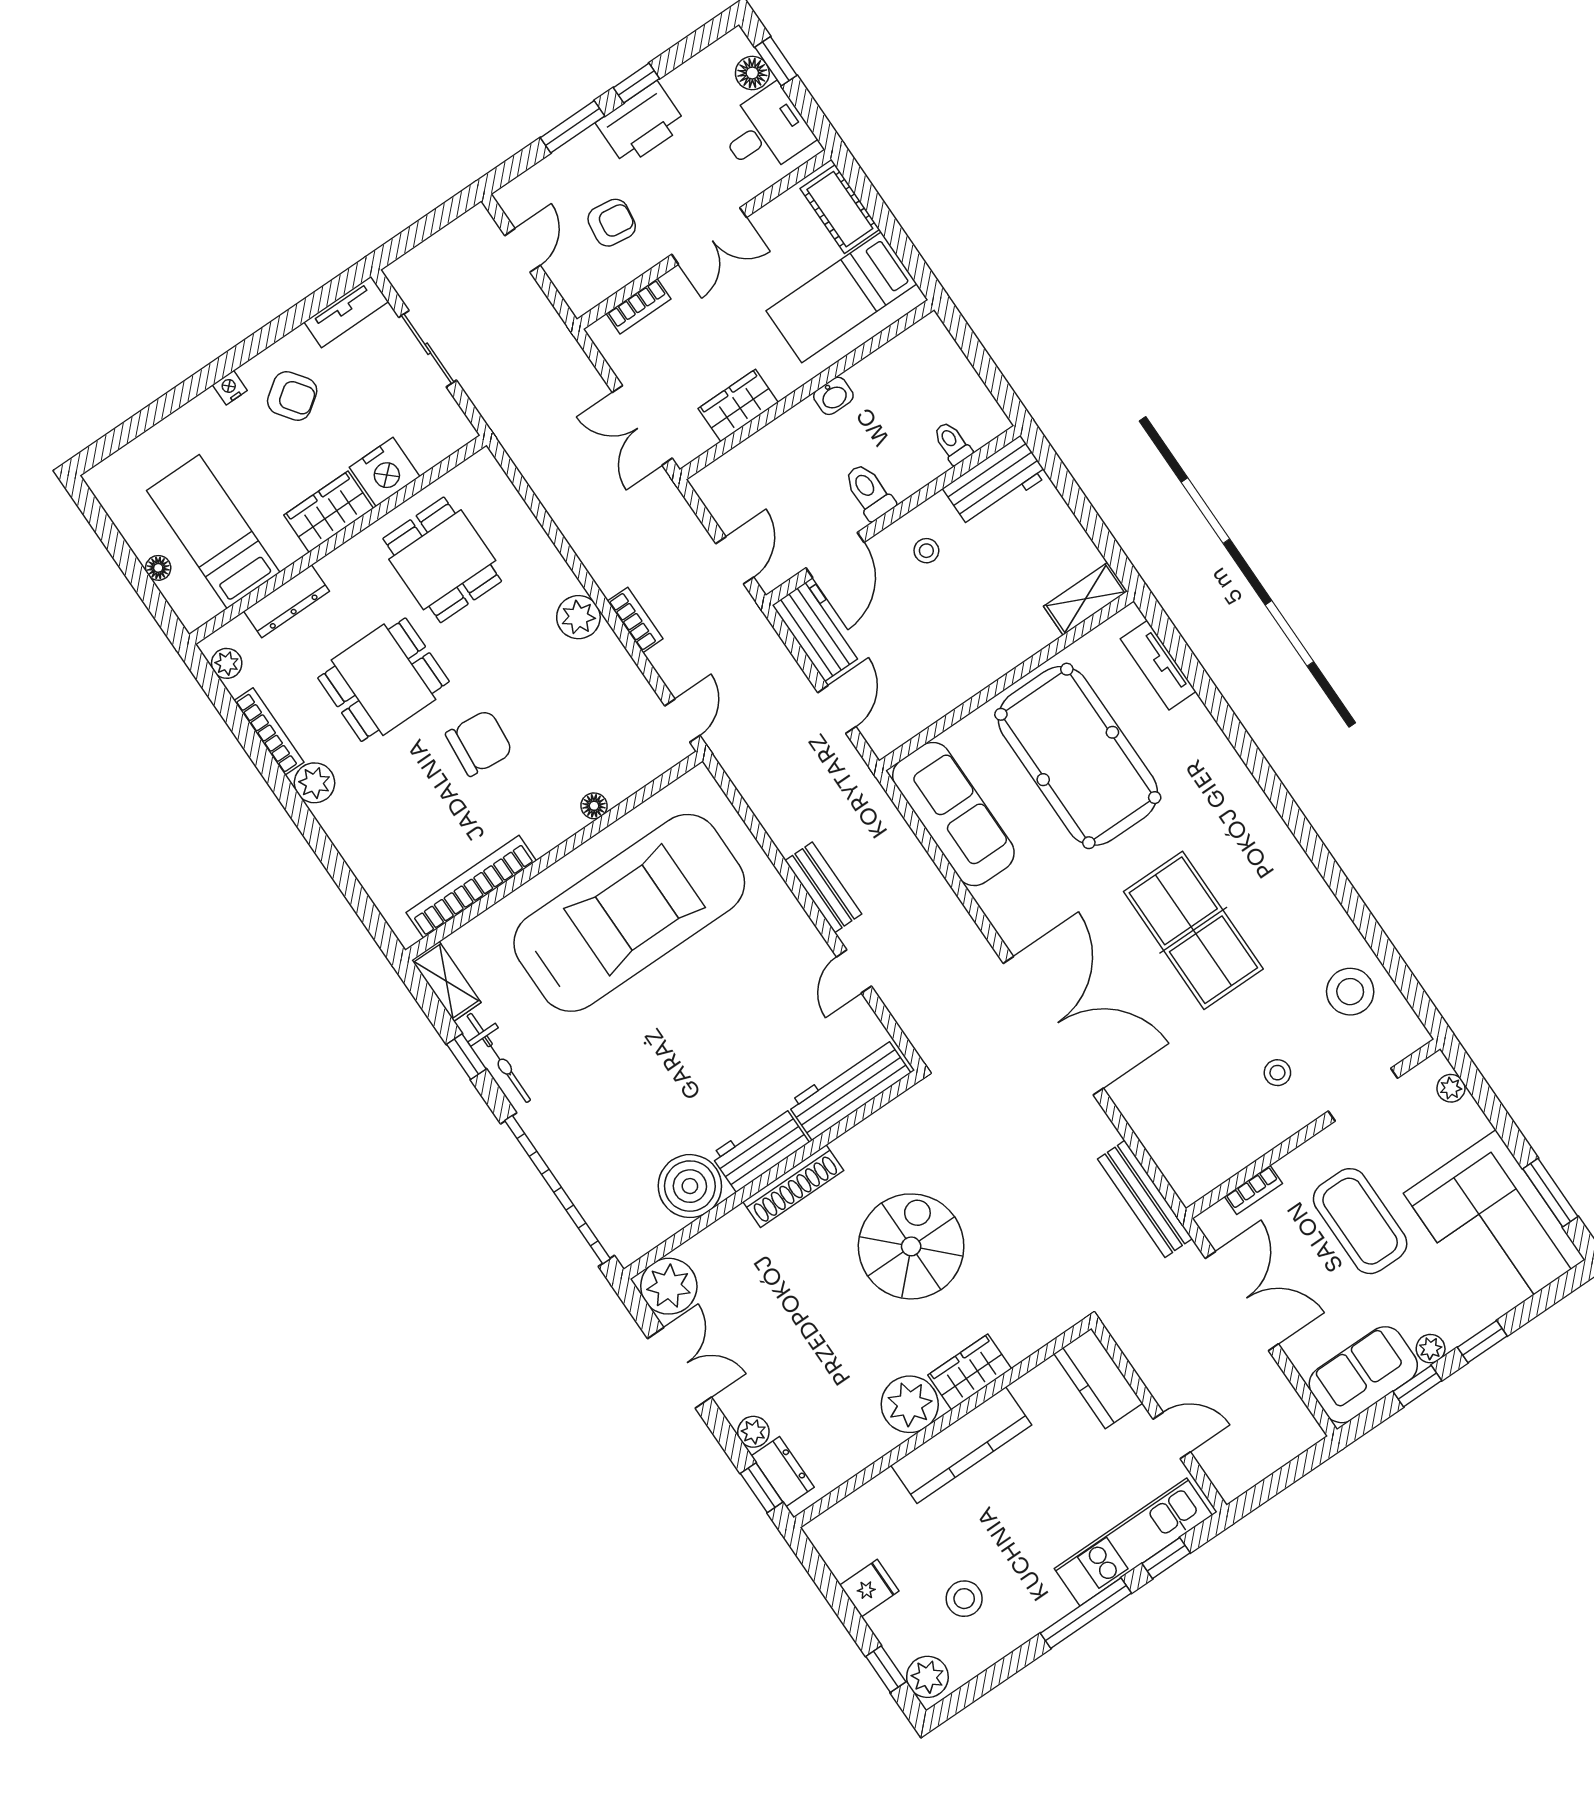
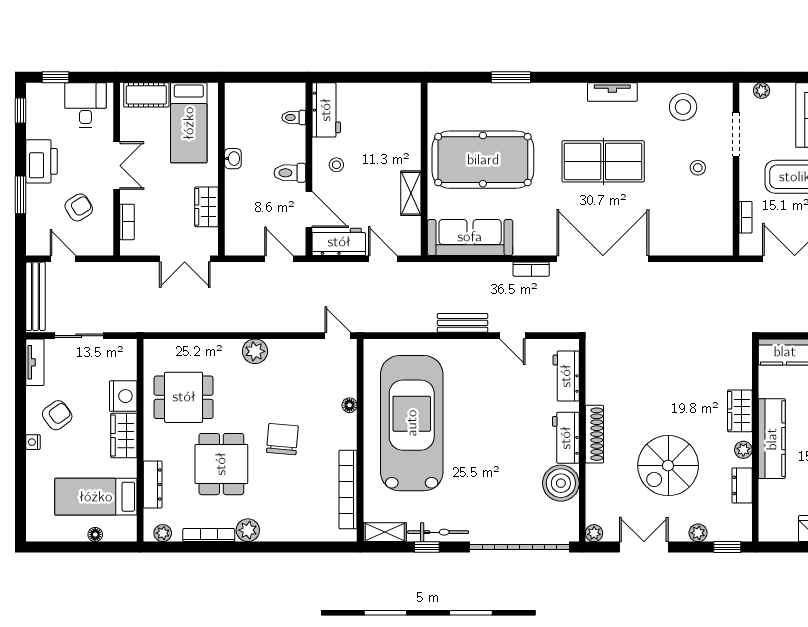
floor lamp: (752, 73) -> (53, 92), removed
window: (636, 83) -> (21, 111), moved
armchair: (612, 223) -> (79, 207), turned 50
shelving: (1085, 599) -> (411, 193), moved
bookcase: (635, 620) -> (531, 269), moved, turned 180
tv unit: (1158, 665) -> (612, 92), moved
window: (1224, 715) -> (511, 77), added
workbench: (849, 1088) -> (566, 376), width x0.73
bench: (1145, 1199) -> (36, 296), moved, turned 90
spiral stairs: (911, 1246) -> (668, 466), moved, turned -90
plant: (669, 1286) -> (594, 533), width x0.53, depth x0.53
plant: (910, 1404) -> (743, 450), width x0.53, depth x0.53
dresser: (783, 1472) -> (742, 485), moved, turned -90

